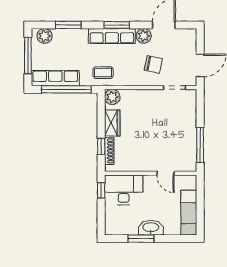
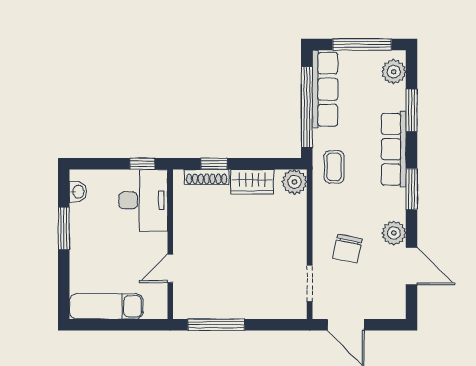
row of seats: (112, 36) -> (394, 149), moved
washbasin: (151, 228) -> (78, 192), moved, width x0.52, depth x0.69

